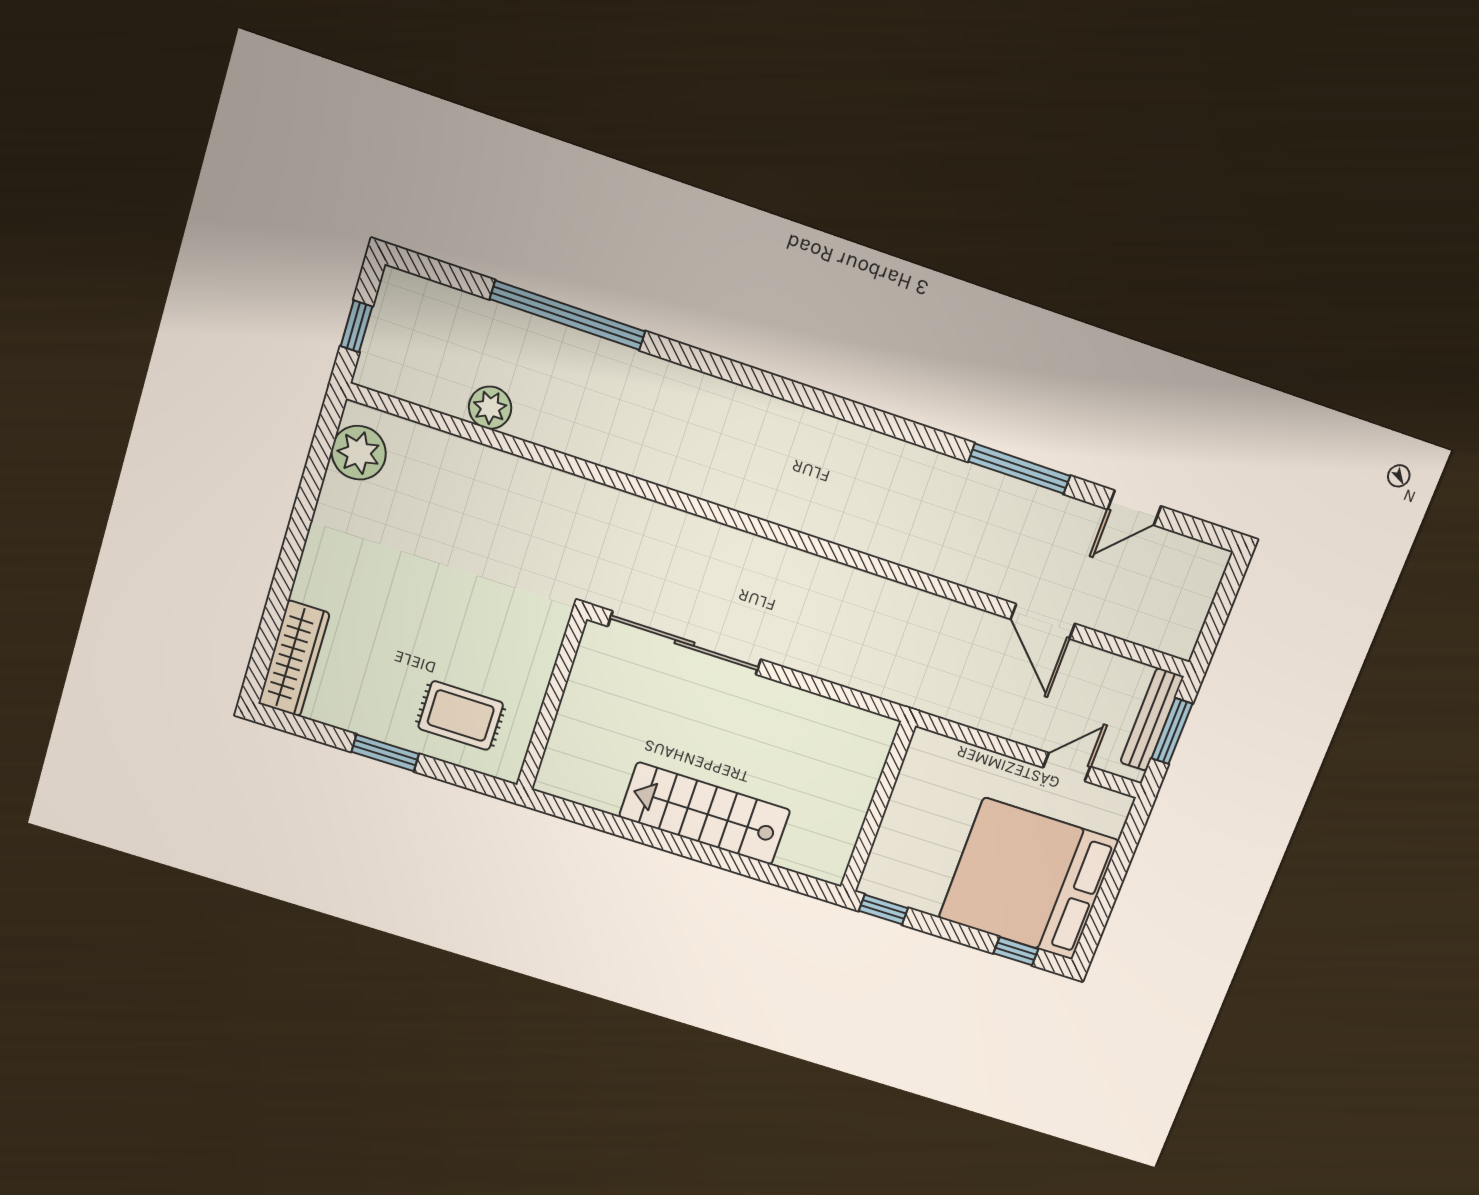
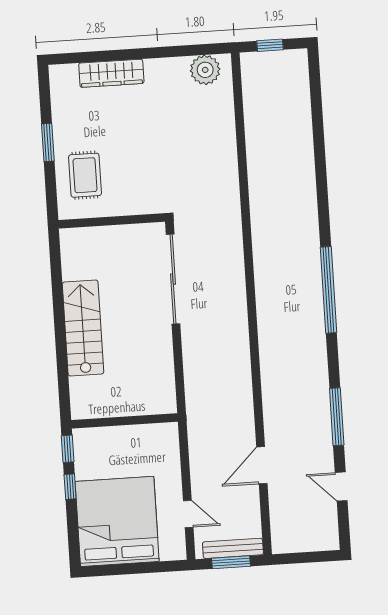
window: (568, 315) -> (328, 290), moved
plant: (490, 408) -> (256, 129), removed
wardrobe: (294, 658) -> (111, 73), moved
window: (1016, 951) -> (70, 487), moved

